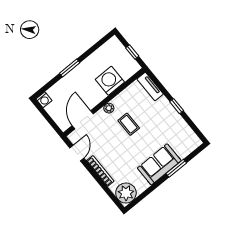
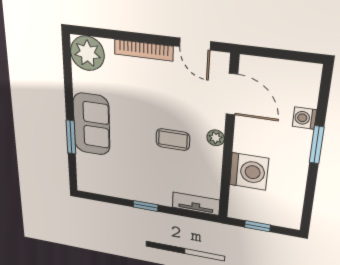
washing machine: (44, 100) -> (304, 118), moved

